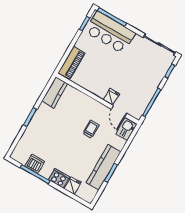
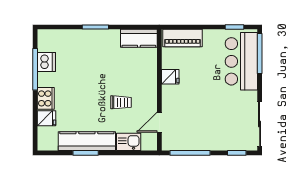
fridge: (111, 97) -> (170, 77), moved
kitchen sink: (126, 129) -> (129, 142), moved

